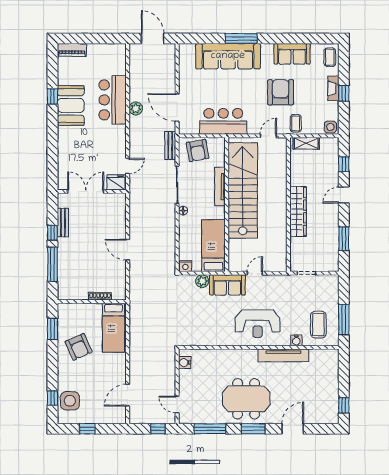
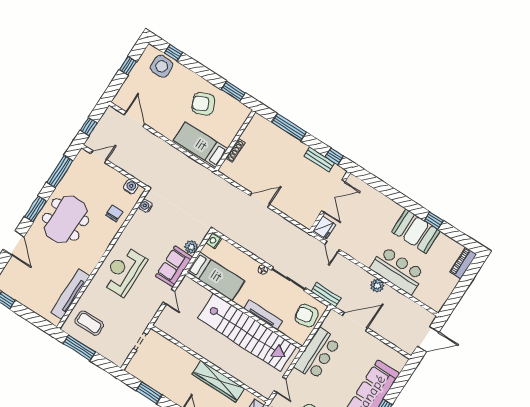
wardrobe: (298, 211) -> (218, 381), moved
window: (52, 233) -> (334, 156), moved
water cooler: (296, 340) -> (145, 206), moved
tv unit: (283, 355) -> (70, 294), moved
chair: (215, 362) -> (114, 213), added

